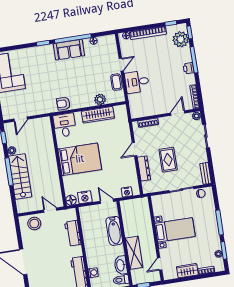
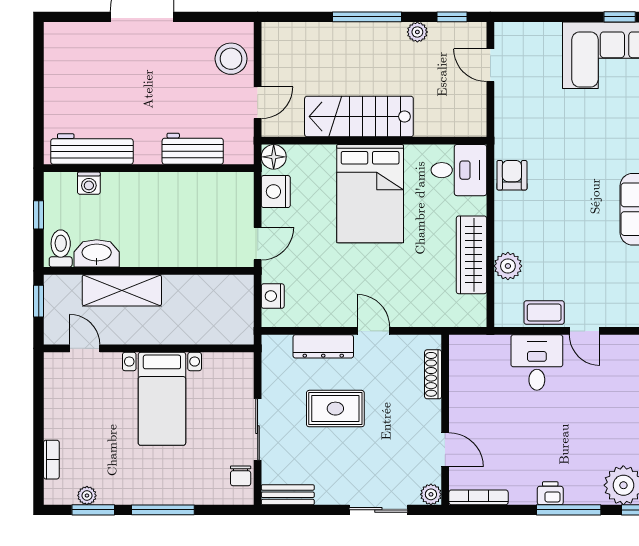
stairs: (20, 176) -> (359, 117), moved, turned 180
bathtub: (114, 231) -> (183, 251), removed
wardrobe: (187, 271) -> (58, 413), removed

